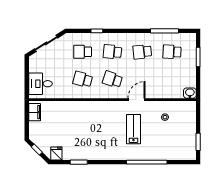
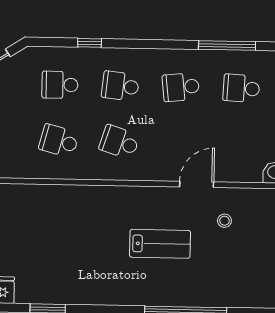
door: (136, 100) -> (197, 184), moved
lab bench: (133, 129) -> (160, 244), turned 90

